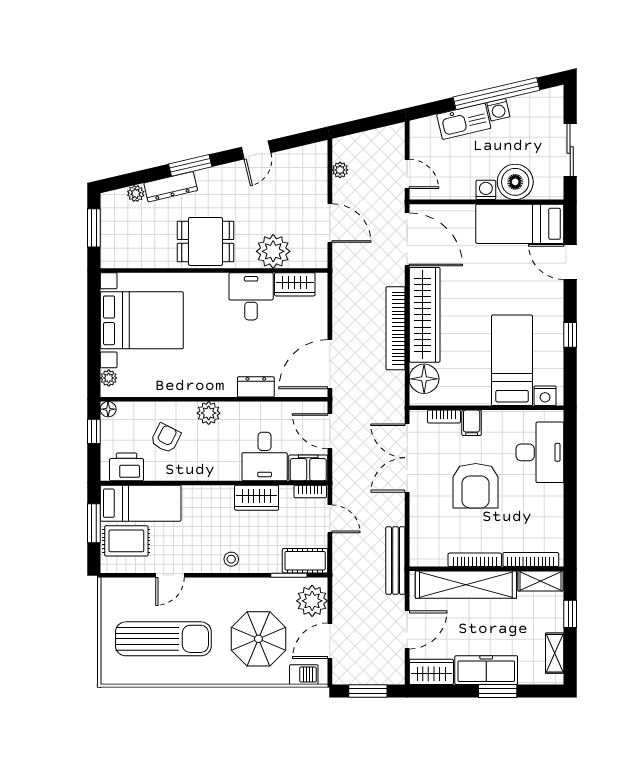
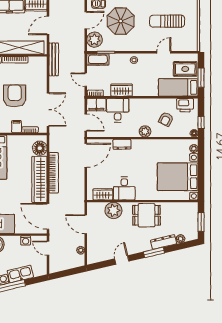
washing machine: (486, 190) -> (26, 240), moved
sun lounger: (163, 639) -> (167, 21), width x0.73, depth x0.75

